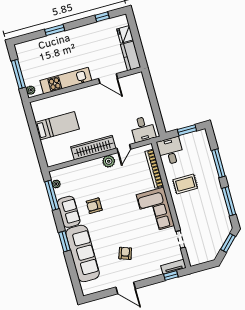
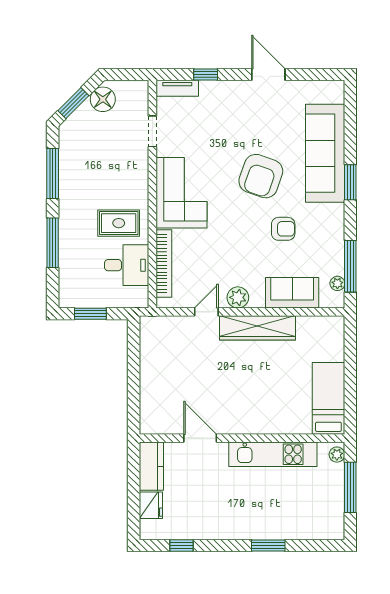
bed: (57, 126) -> (328, 398), moved, turned 90
desk: (143, 129) -> (165, 336), removed
desk: (170, 151) -> (127, 265), moved, turned -90
sofa: (69, 212) -> (292, 293), moved, turned 90
floor lamp: (213, 249) -> (103, 99), added
armchair: (125, 253) -> (261, 176), moved, width x1.88, depth x1.88
window: (171, 276) -> (206, 75), moved

